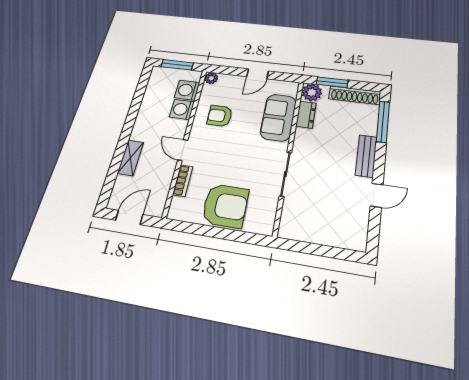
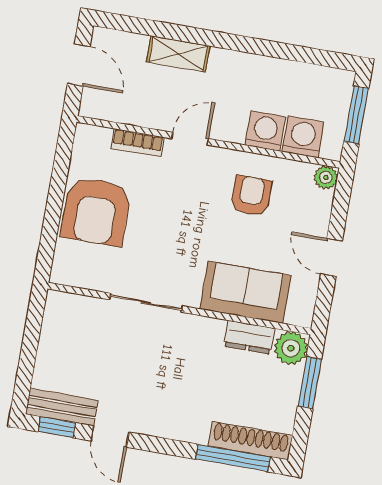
shoe rack: (355, 95) -> (250, 441), moved, turned 90
bench: (366, 156) -> (62, 407), moved
window: (374, 231) -> (57, 427), added

